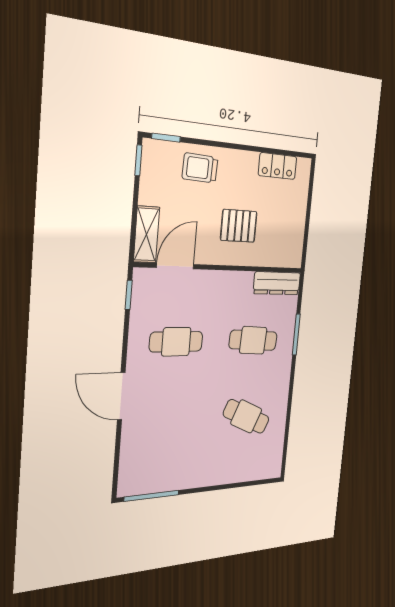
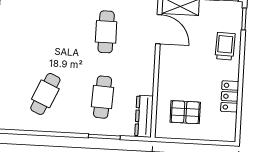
locker: (278, 166) -> (230, 96), moved
pallet: (239, 226) -> (185, 112), moved, turned 90

